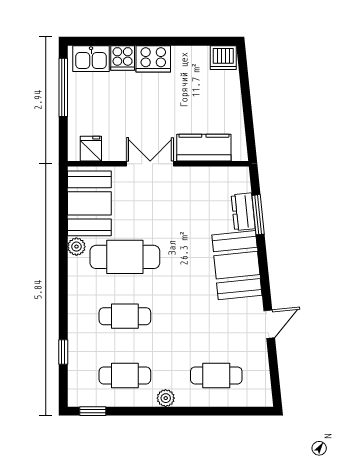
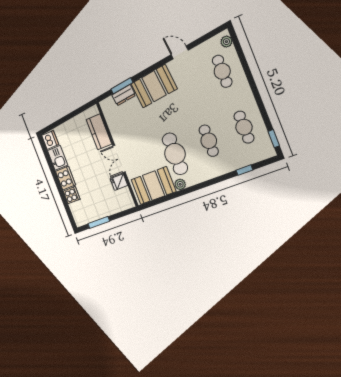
kitchen sink: (91, 59) -> (58, 158), moved
window: (63, 87) -> (99, 222), width x0.69
fridge: (91, 149) -> (119, 182), moved
plant: (166, 398) -> (226, 42), moved

